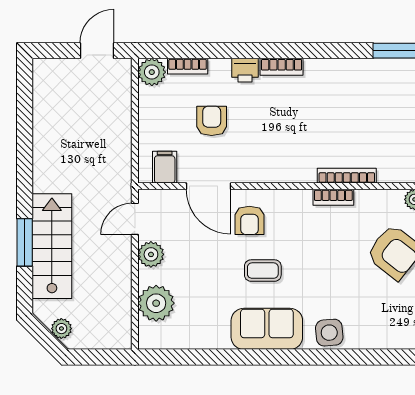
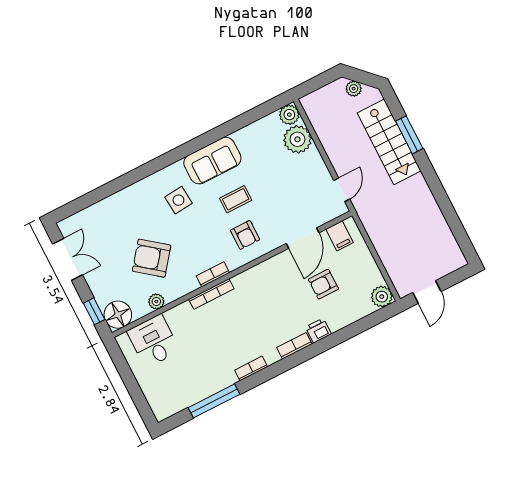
bookcase: (188, 66) -> (251, 368), moved
armchair: (212, 121) -> (323, 284), turned 90
door: (209, 186) -> (303, 238), swing flipped
armchair: (249, 220) -> (245, 235), moved, turned 180
plant: (151, 254) -> (289, 115), moved
side table: (329, 333) -> (178, 200), moved

